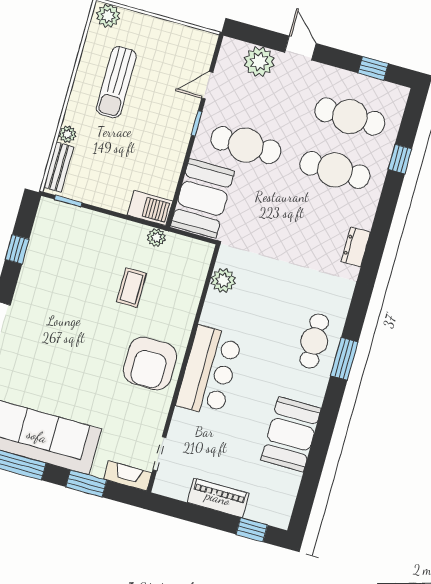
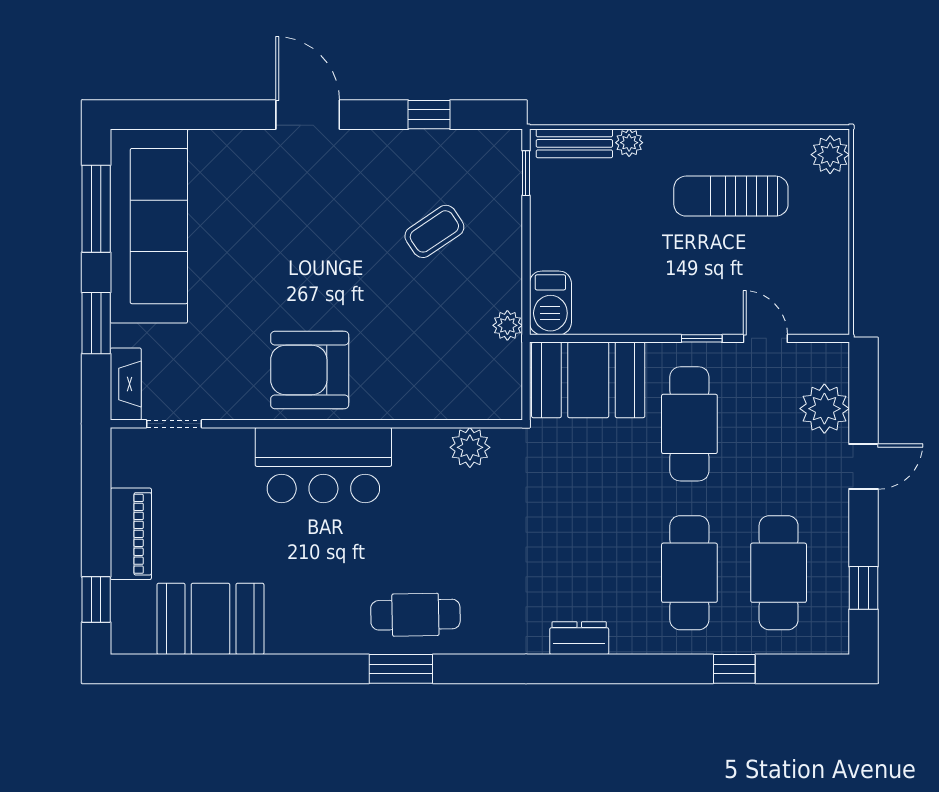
coffee table: (132, 288) -> (434, 231), moved, turned -34
booth: (291, 434) -> (210, 619), moved

